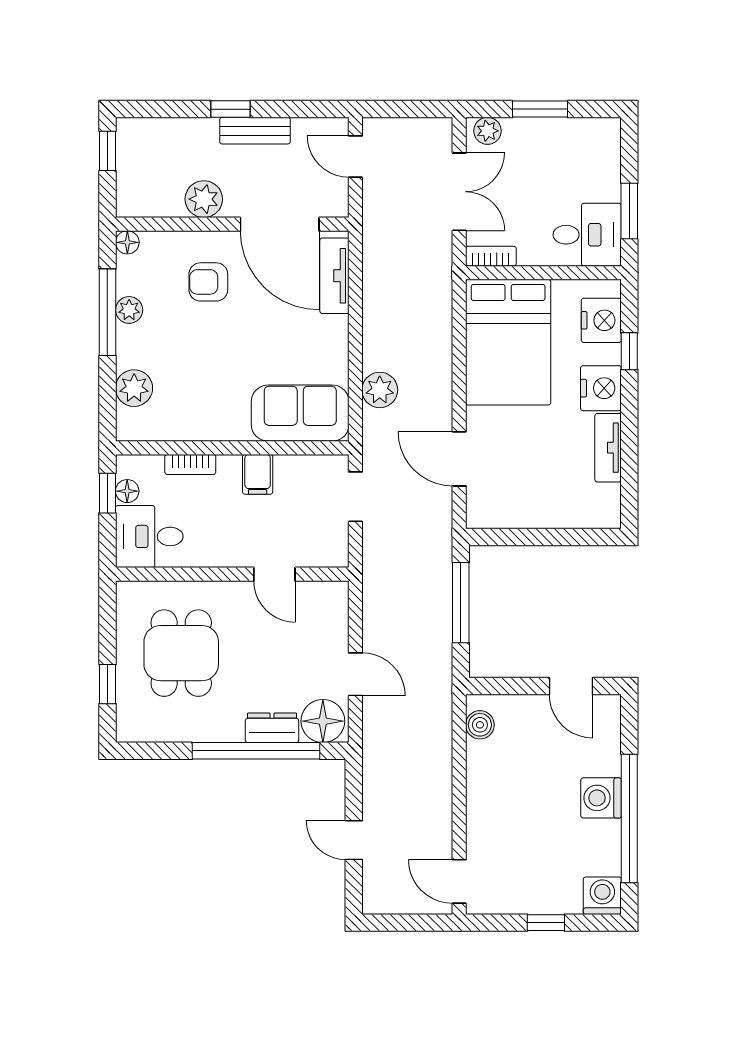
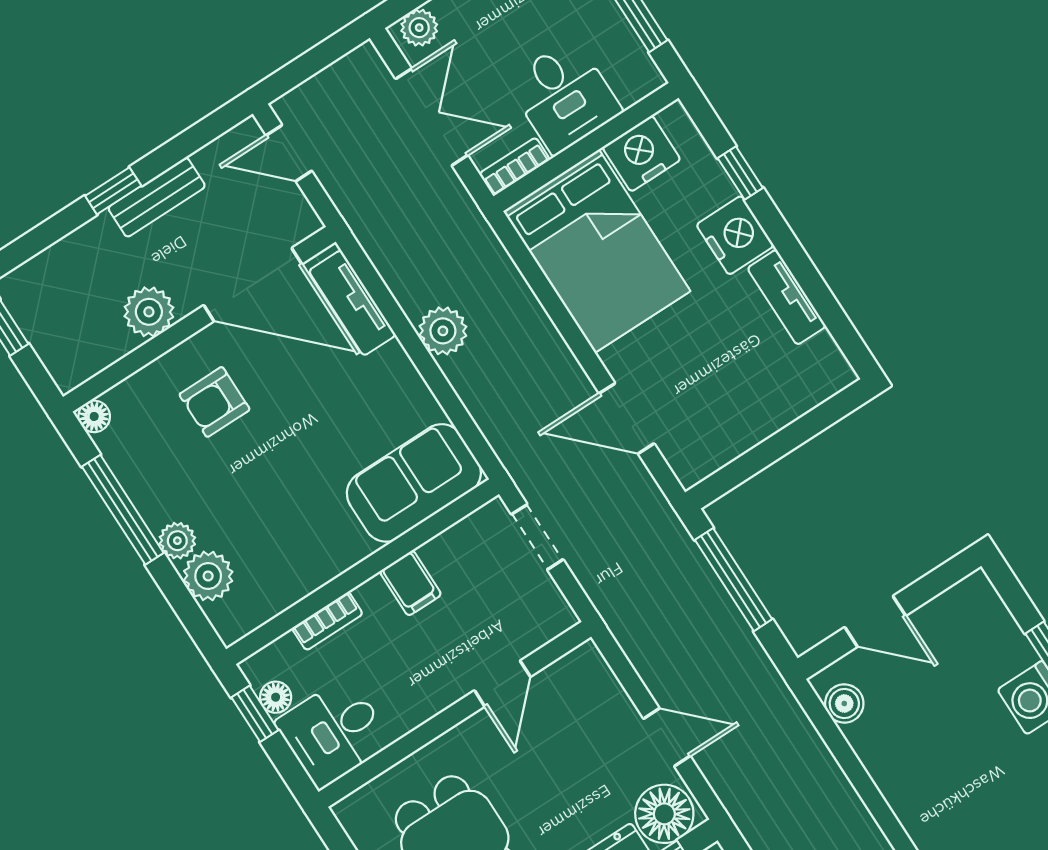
desk: (587, 235) -> (564, 96), moved, turned 90
plant: (129, 310) -> (177, 541), moved
nightstand: (601, 320) -> (641, 153), moved, turned -90
plant: (380, 390) -> (443, 331), moved
door: (274, 574) -> (502, 684), hinge flipped
door: (571, 686) -> (875, 621), moved

